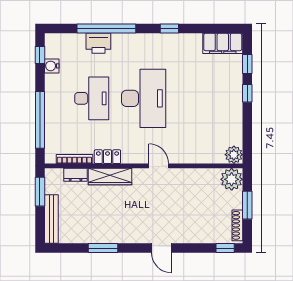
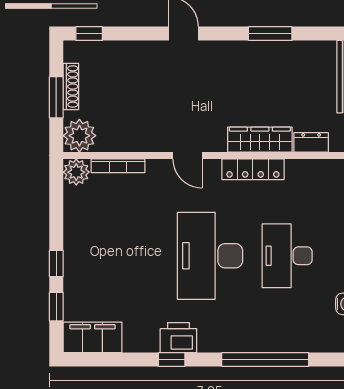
printer: (98, 43) -> (178, 338), moved
locker: (107, 157) -> (253, 169), width x1.53
bookcase: (74, 159) -> (118, 166), moved
shoe rack: (237, 225) -> (71, 86), moved

